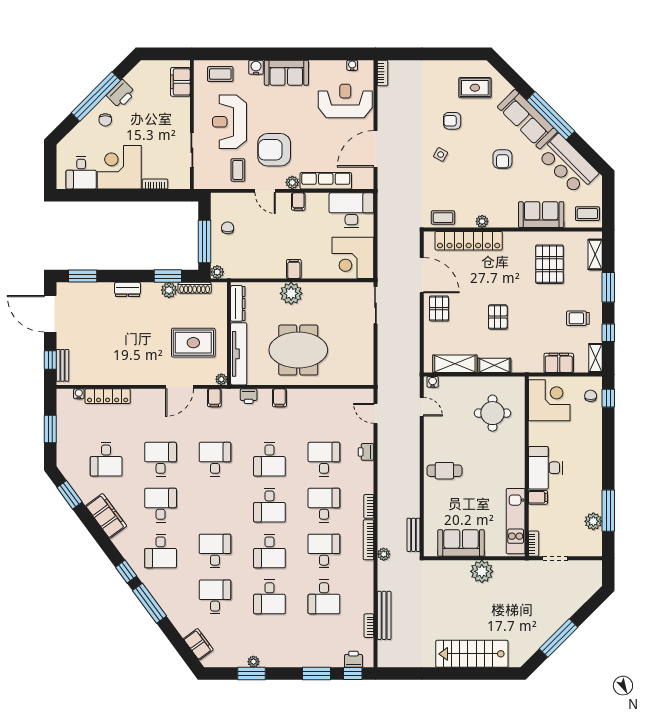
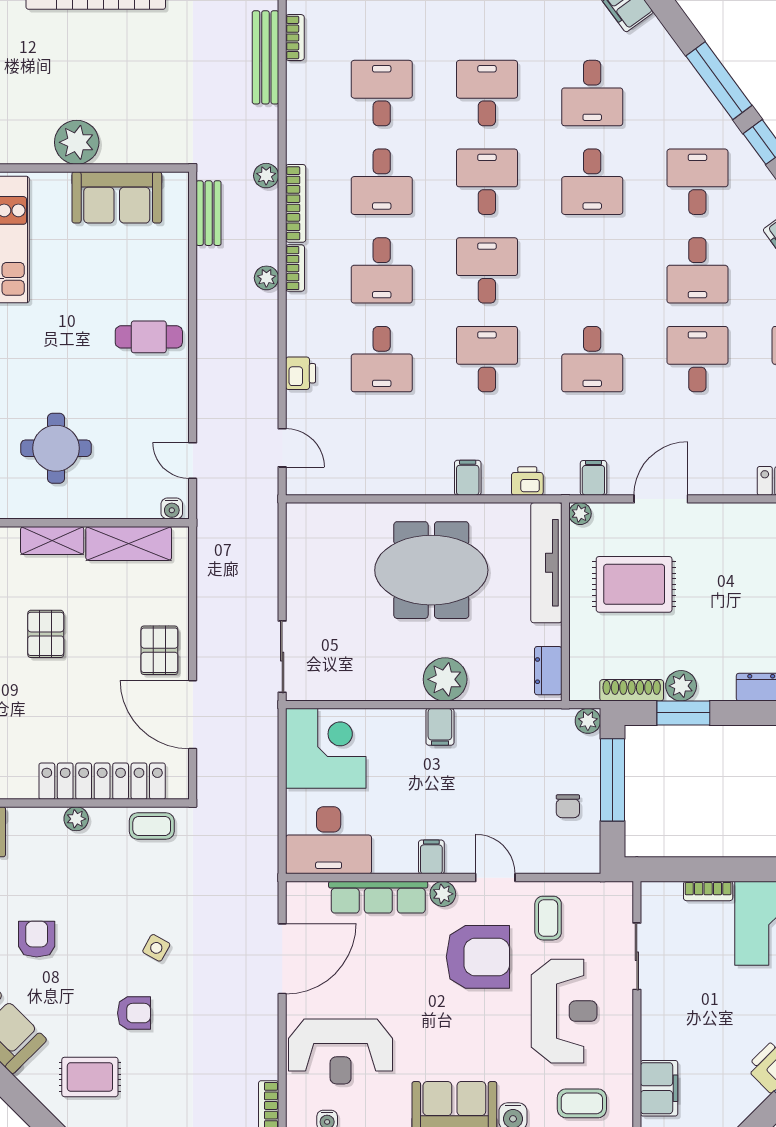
dresser: (238, 303) -> (548, 671), width x0.70
desk: (161, 459) -> (697, 359), turned 180
plant: (384, 501) -> (266, 278), added

